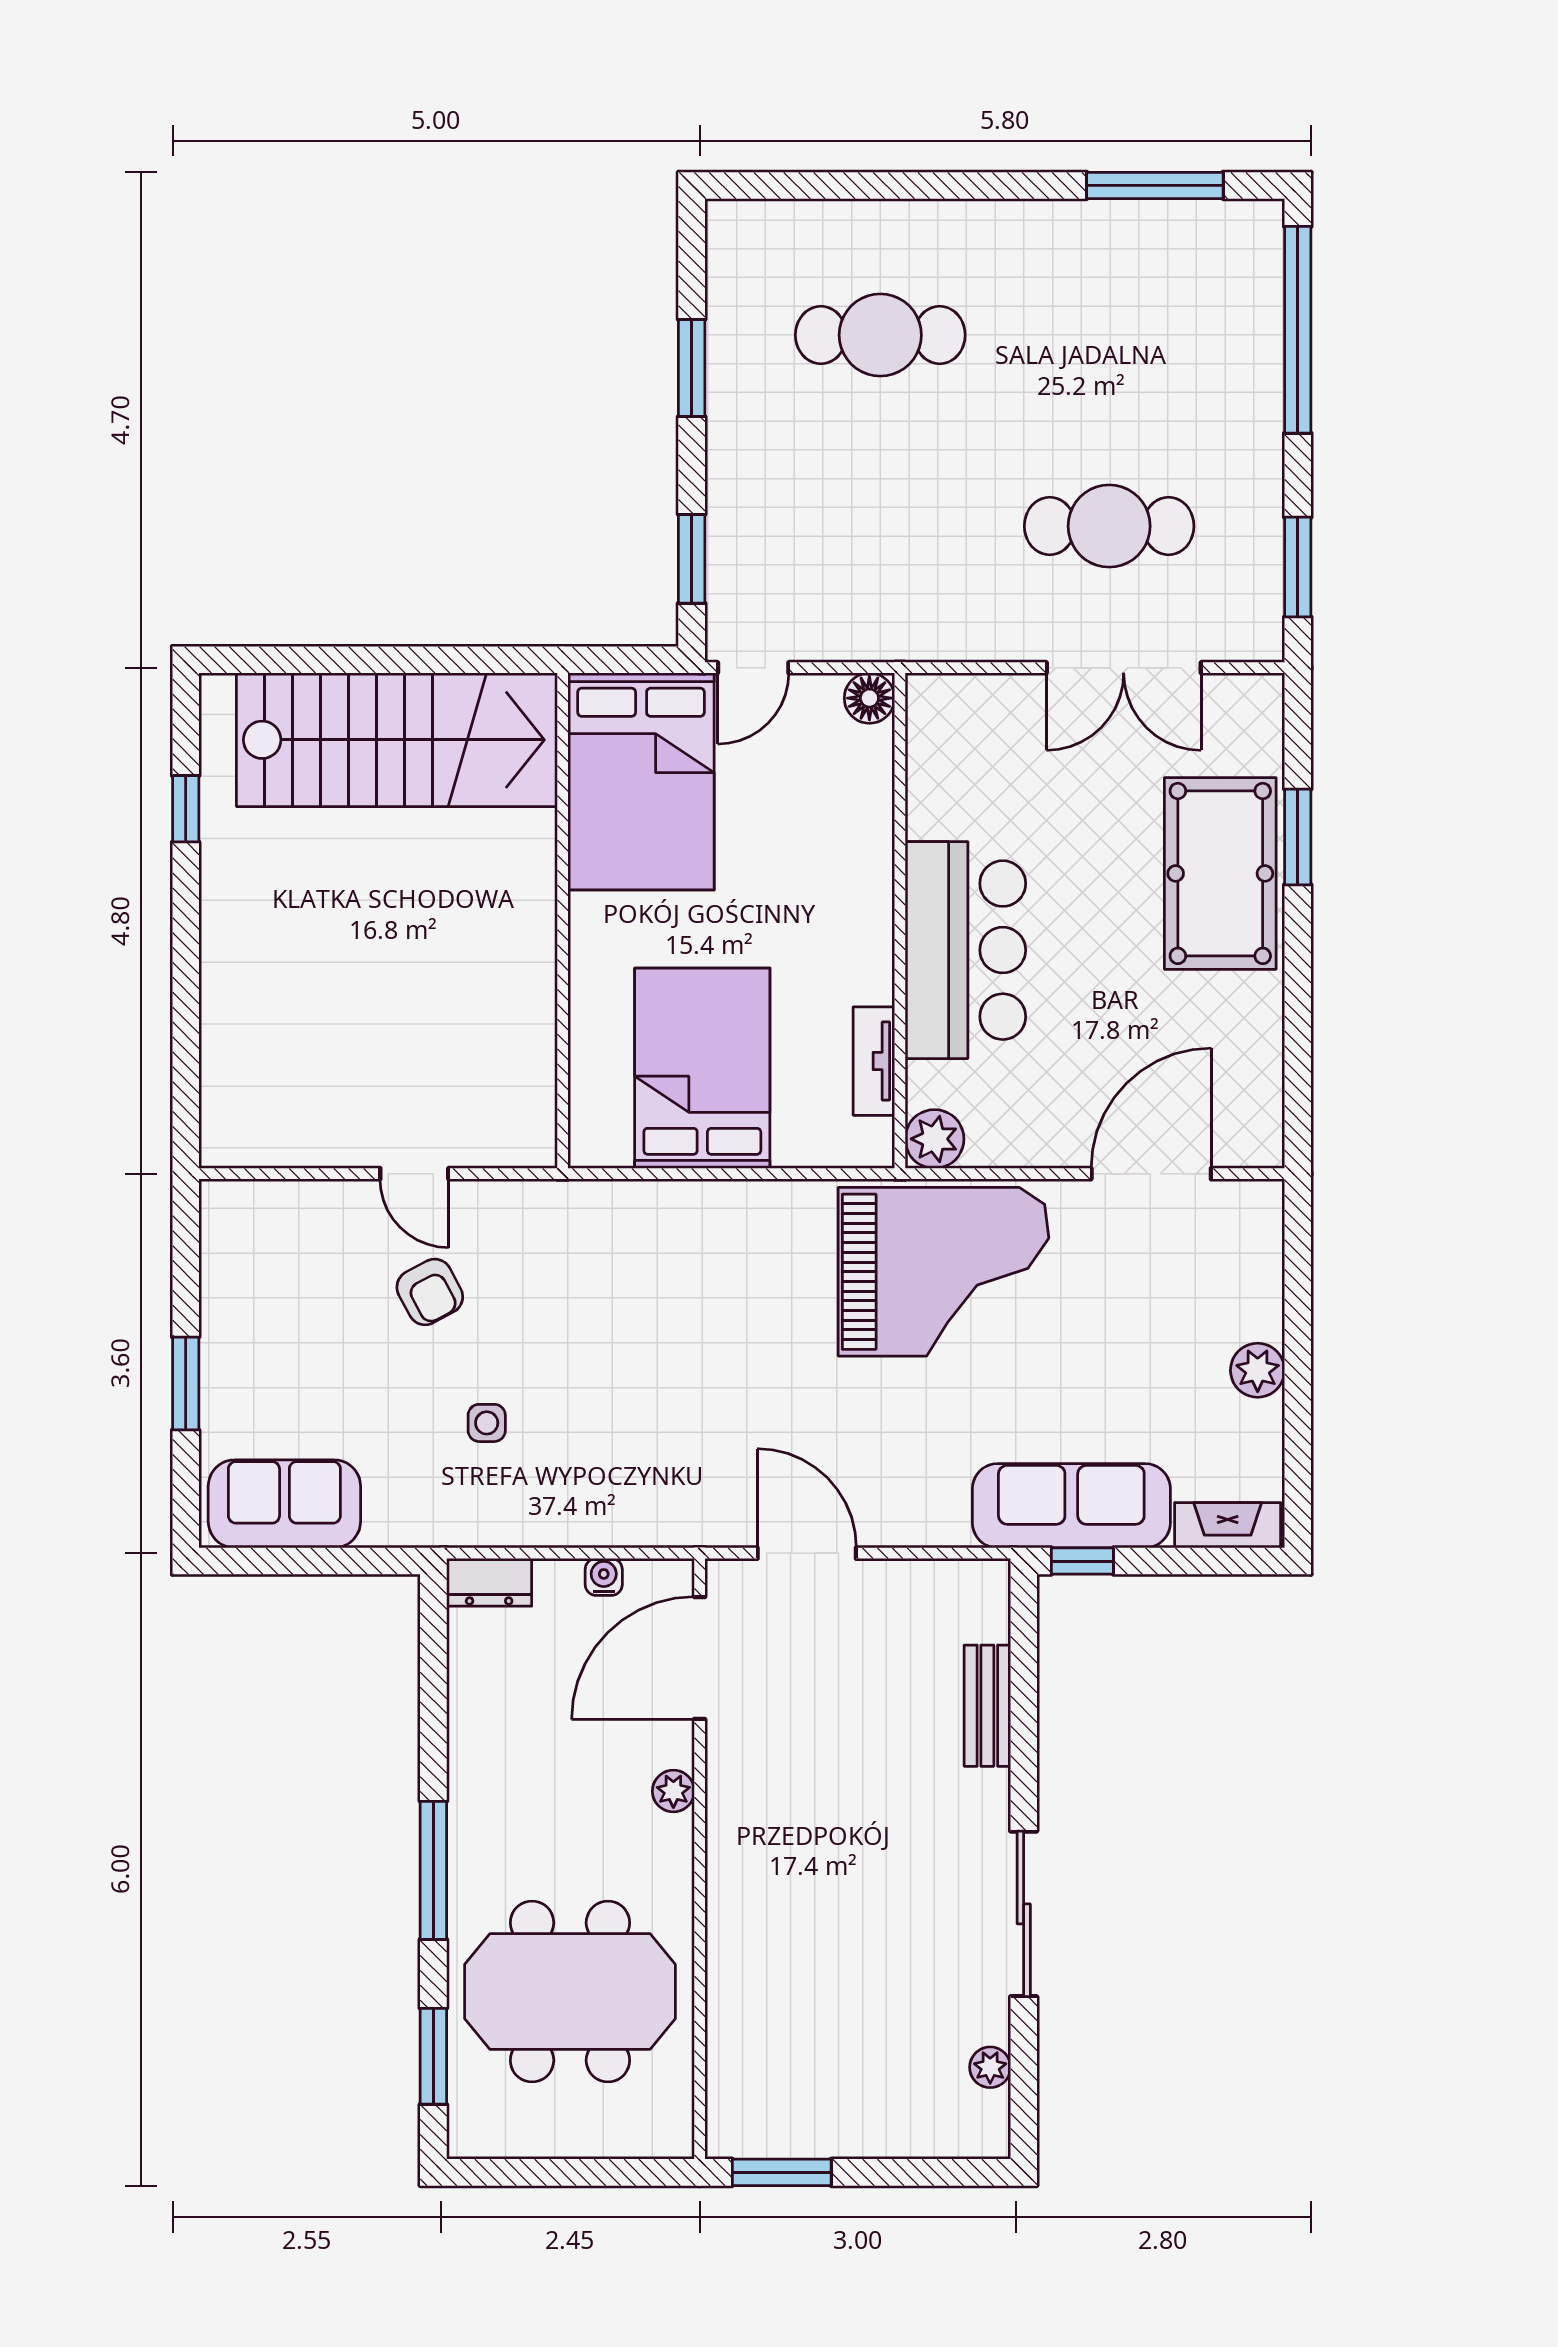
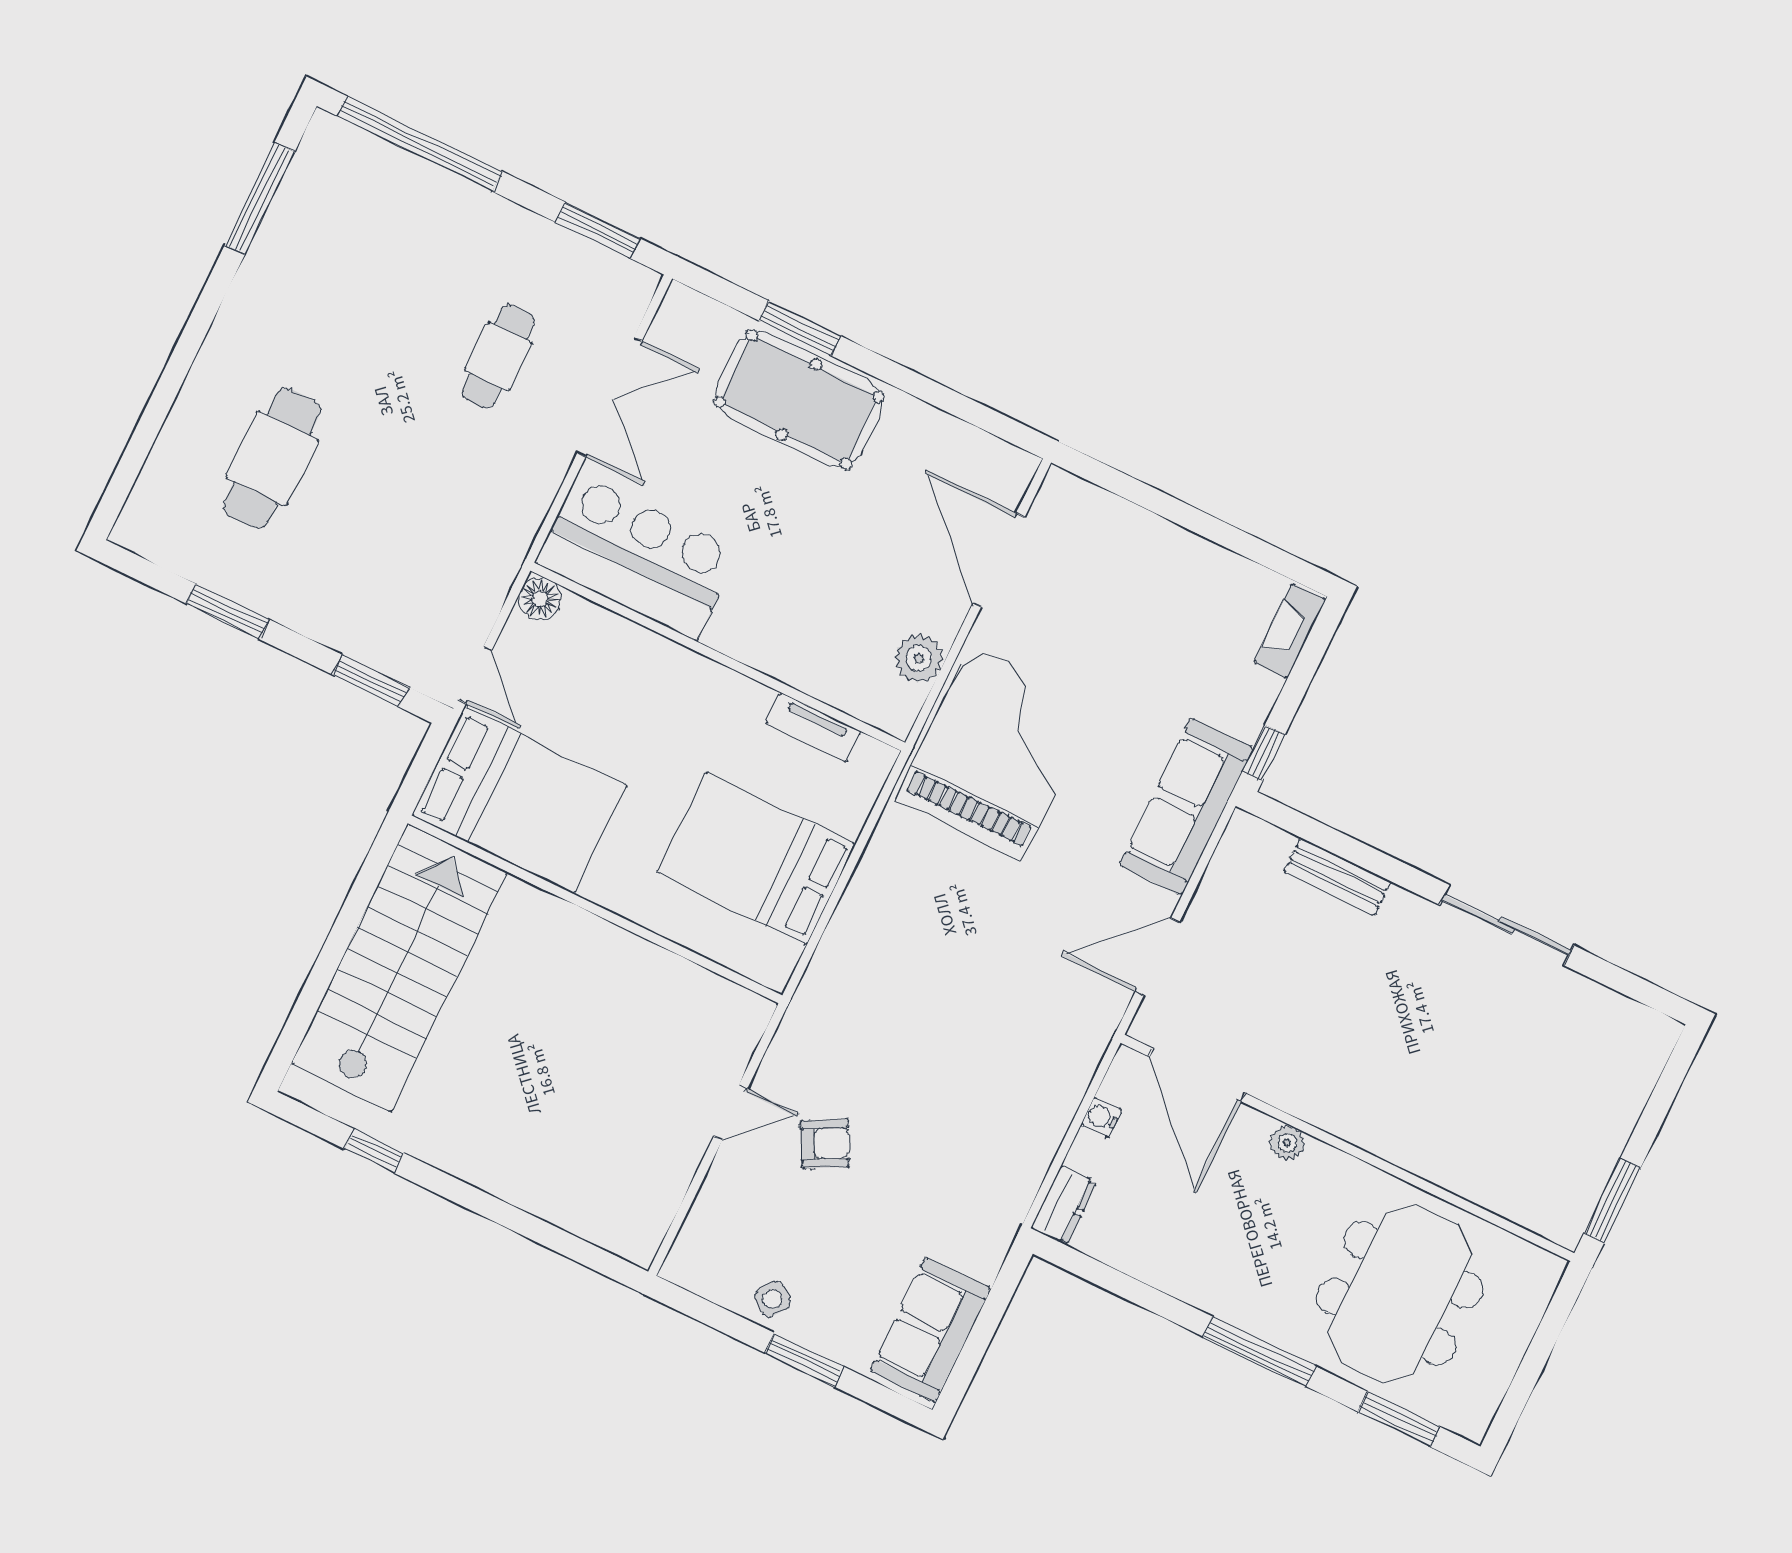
cafe table: (1109, 526) -> (498, 356), width x0.73, depth x0.74
bar counter: (965, 950) -> (637, 557), moved
plant: (935, 1139) -> (919, 658), moved
plant: (1258, 1370) -> (1185, 552), removed
side table: (487, 1423) -> (772, 1299), moved, turned 37
sofa: (1071, 1506) -> (1186, 807), moved
plant: (990, 2067) -> (1609, 1006), removed

